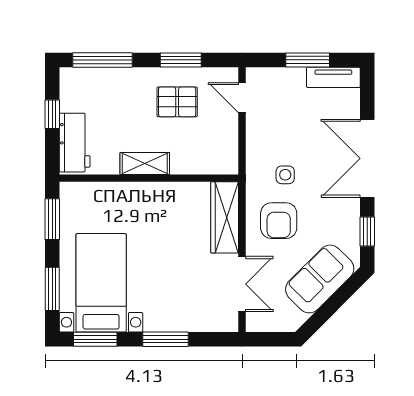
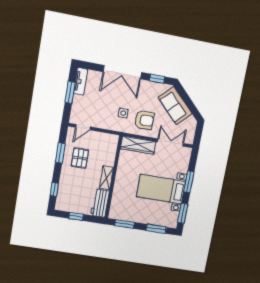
window: (103, 60) -> (54, 189), width x0.46
workbench: (75, 143) -> (100, 203), moved, turned -90
bed with nightstands: (101, 283) -> (161, 189), moved

